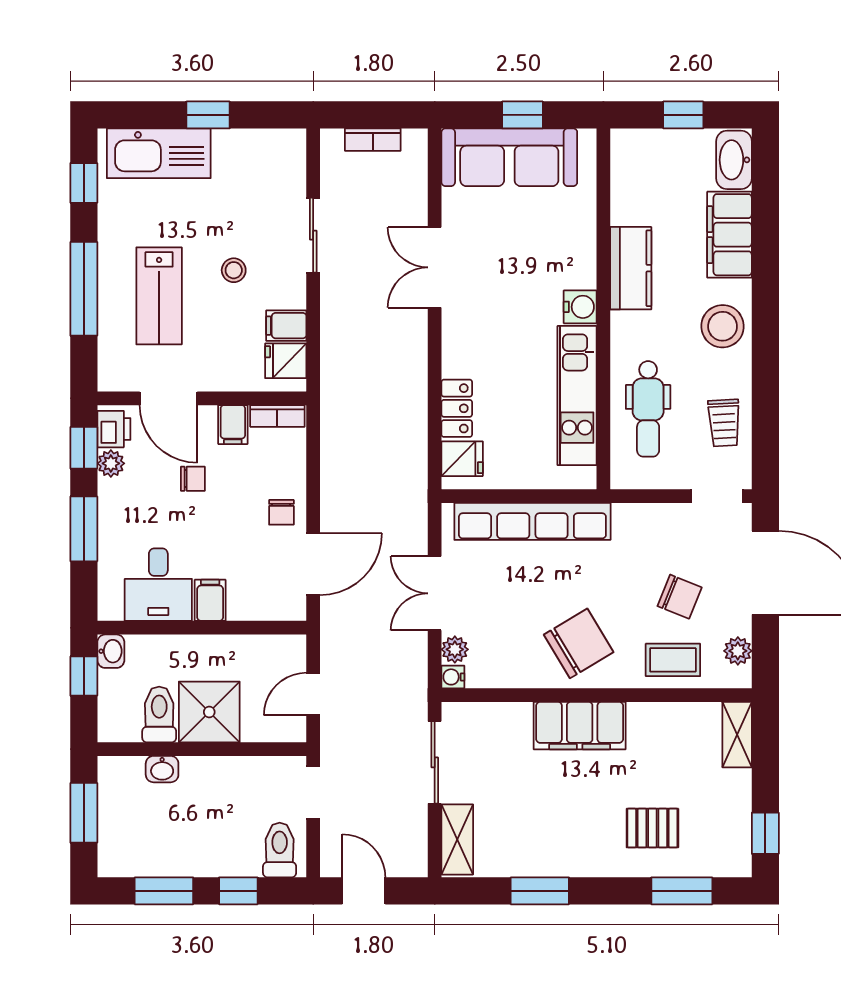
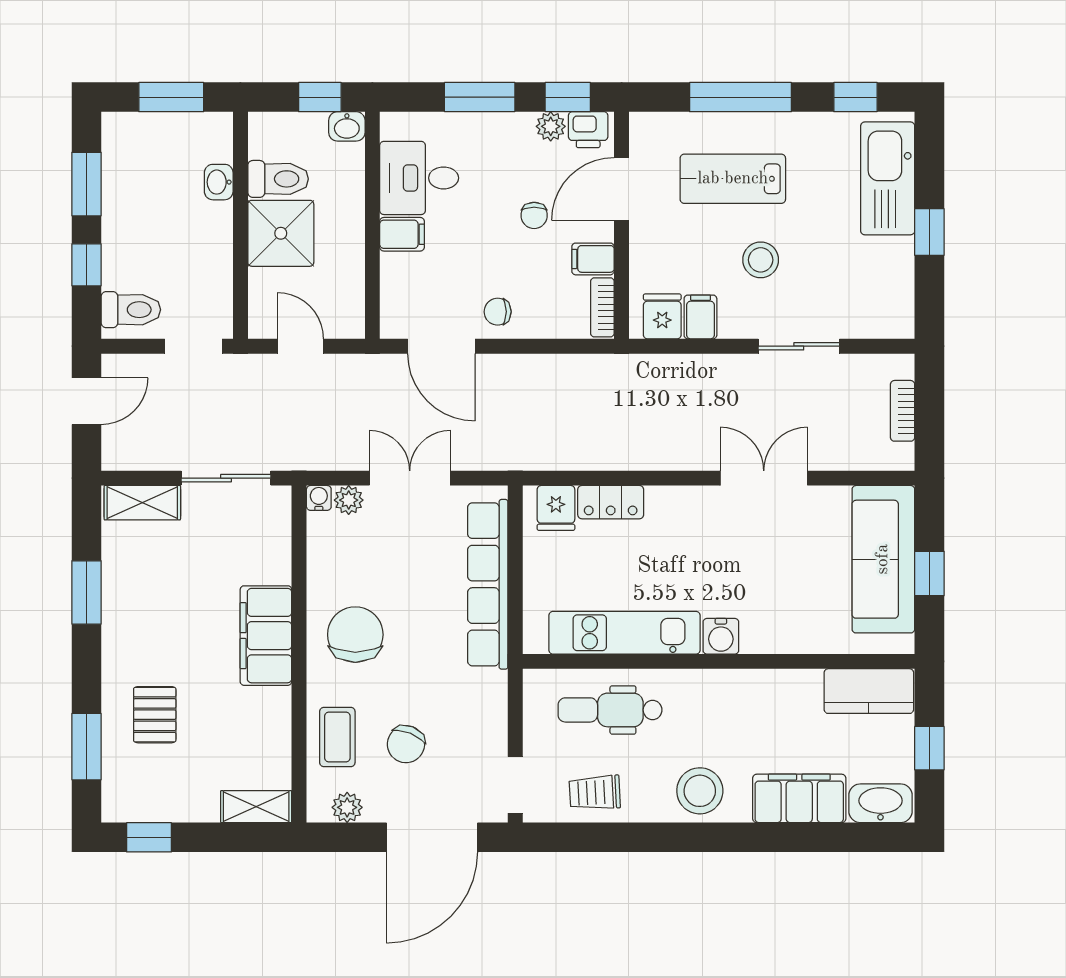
kitchen counter: (631, 268) -> (869, 691), moved
stool: (234, 270) -> (761, 260), width x1.37, depth x1.37
chair: (579, 643) -> (355, 635), turned -149

